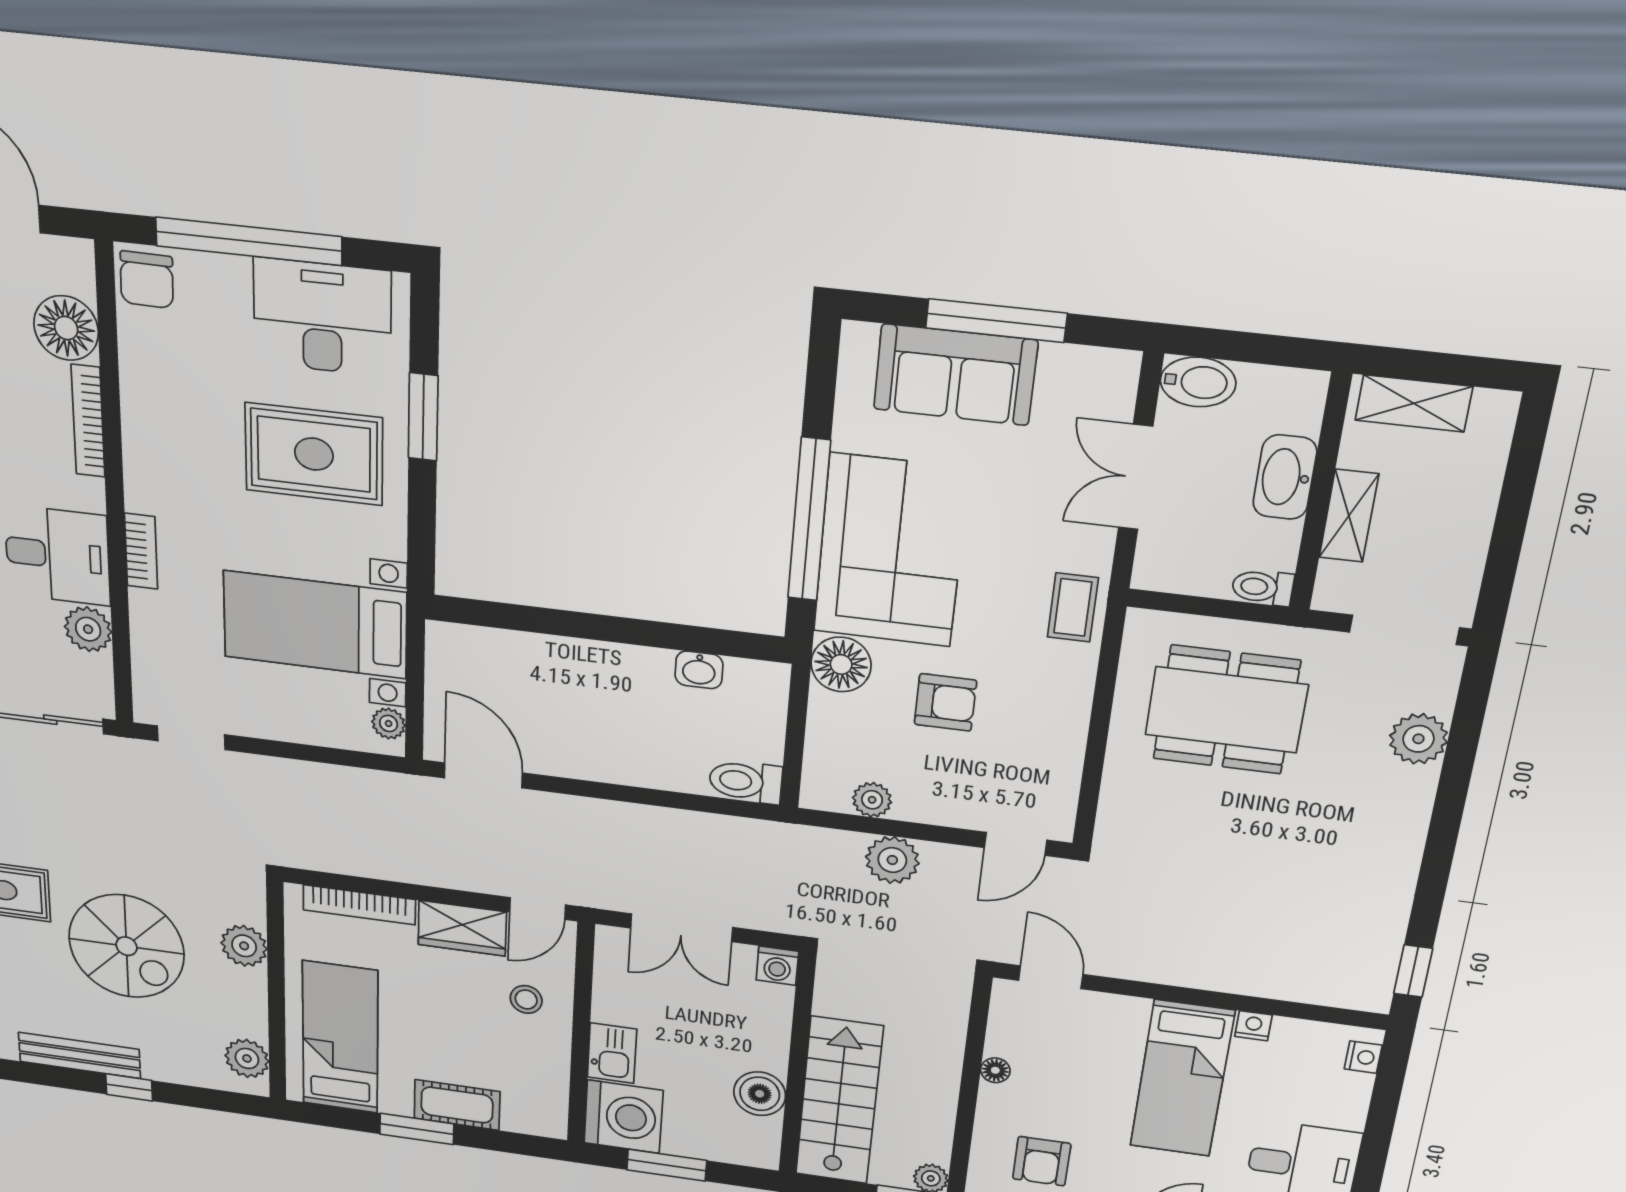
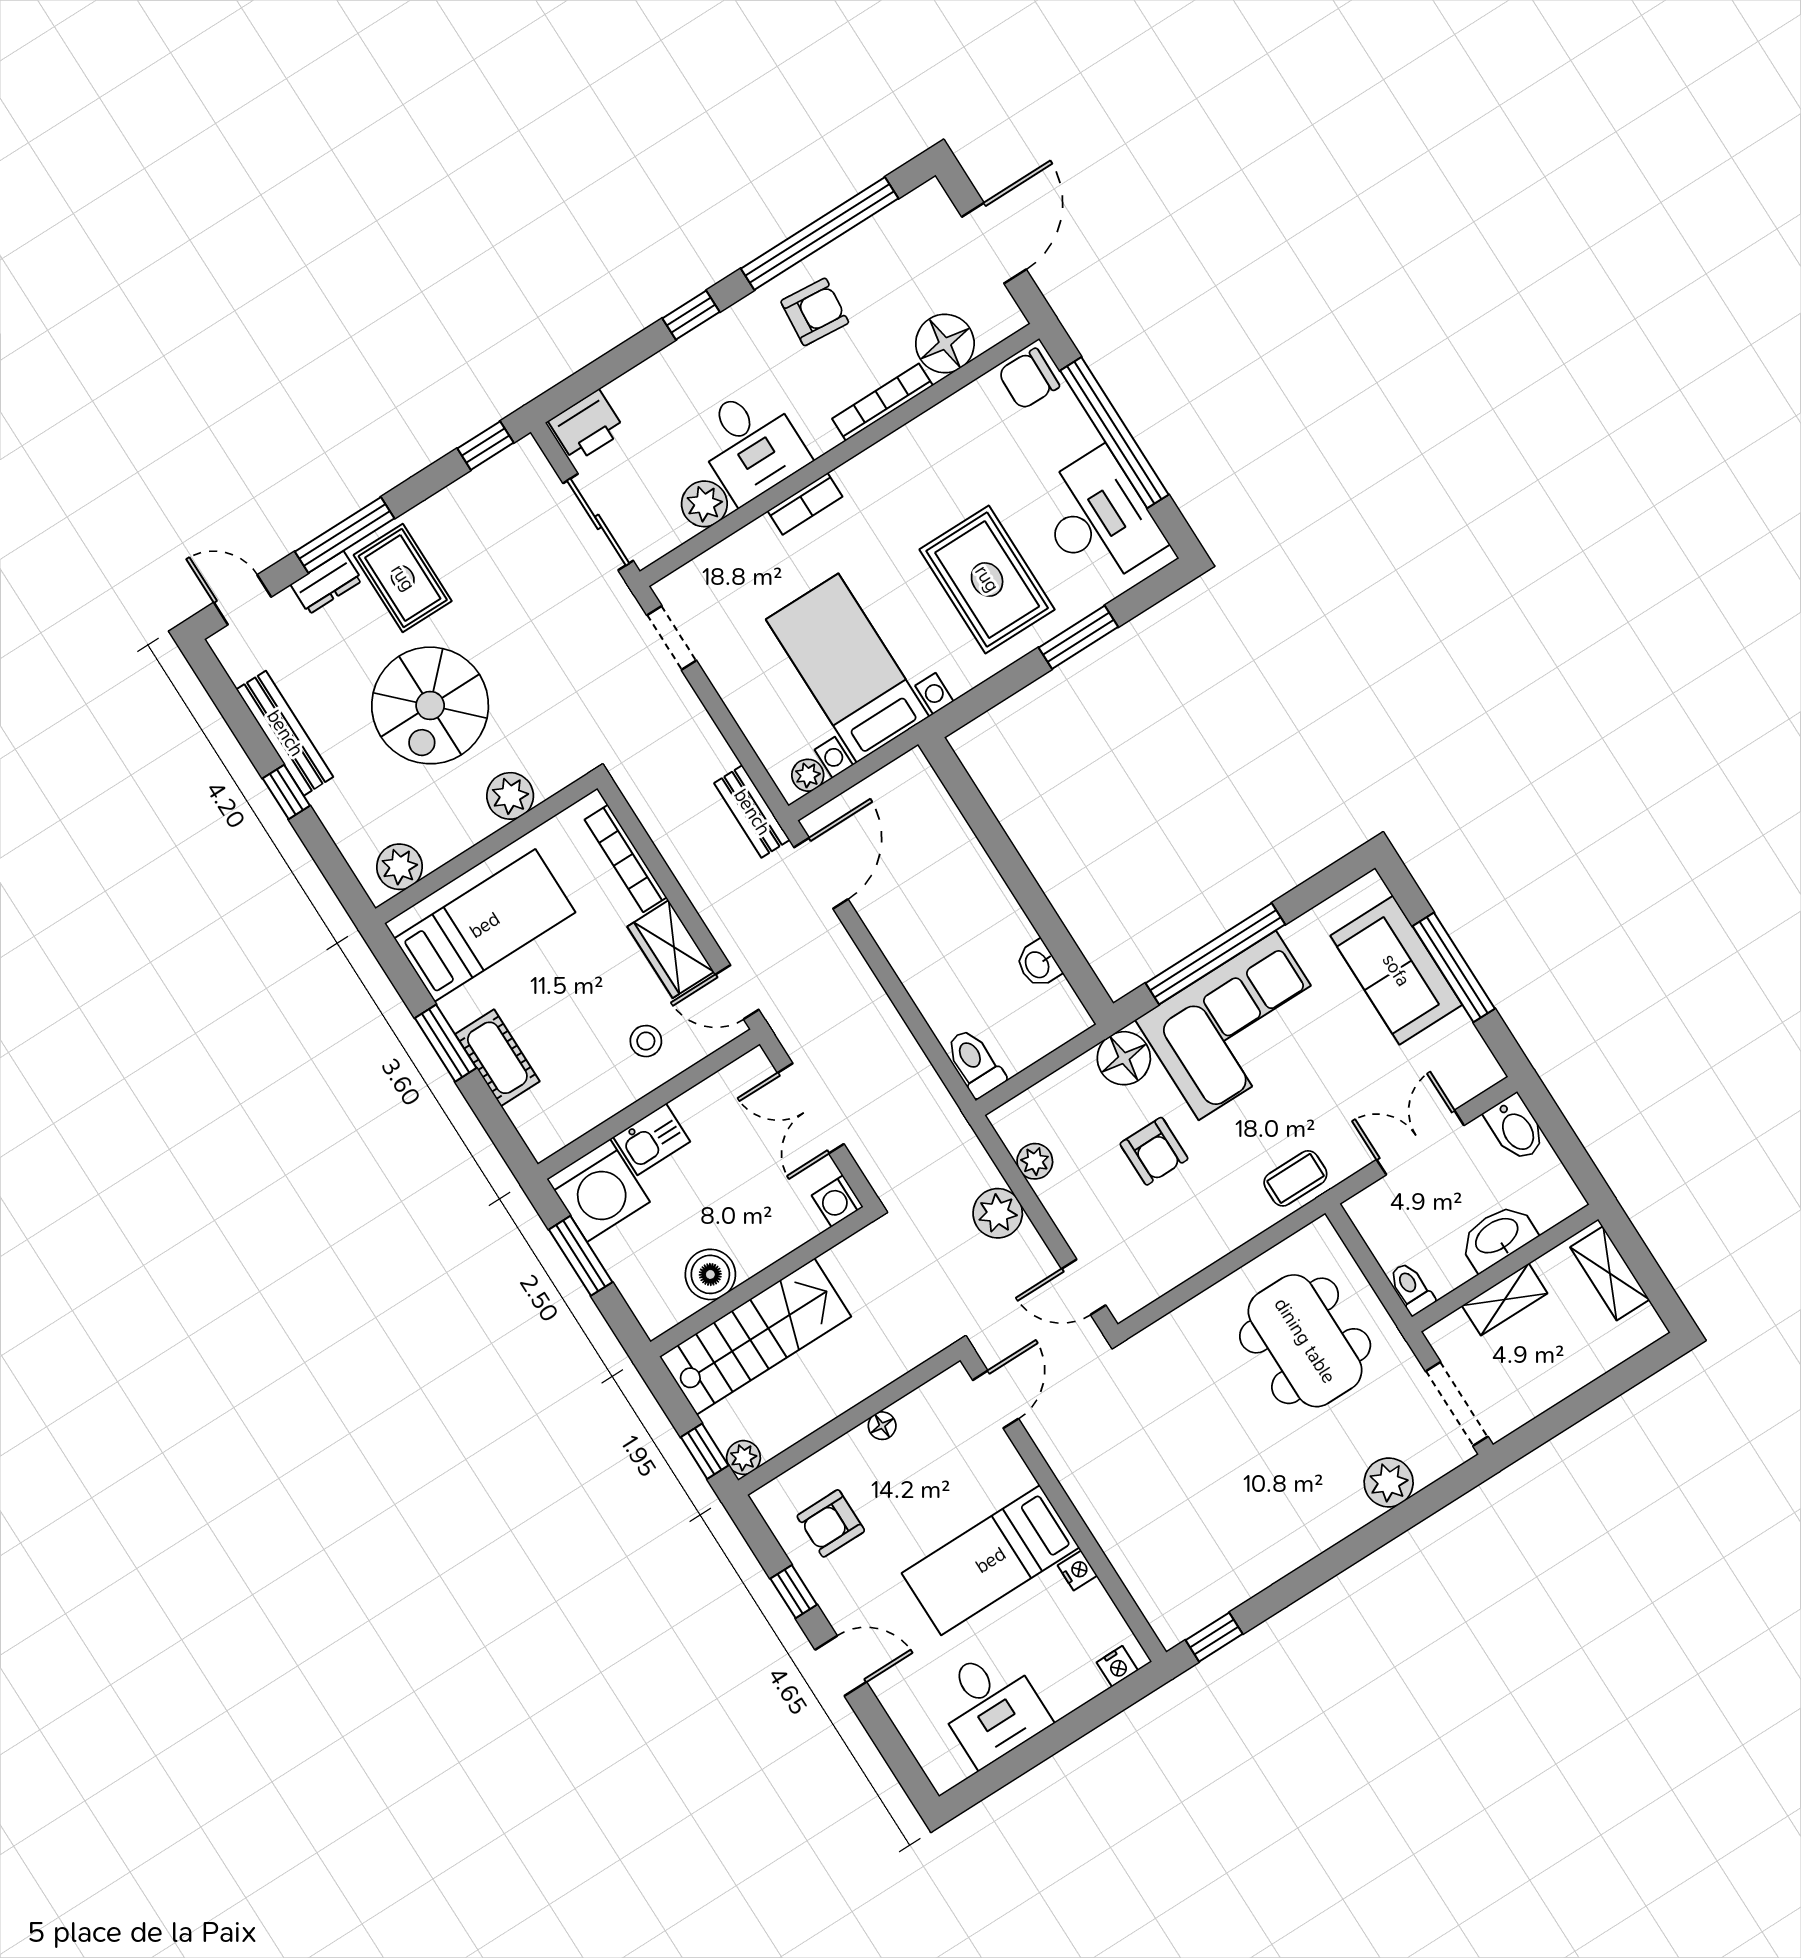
bench: (389, 787) -> (752, 812), added

